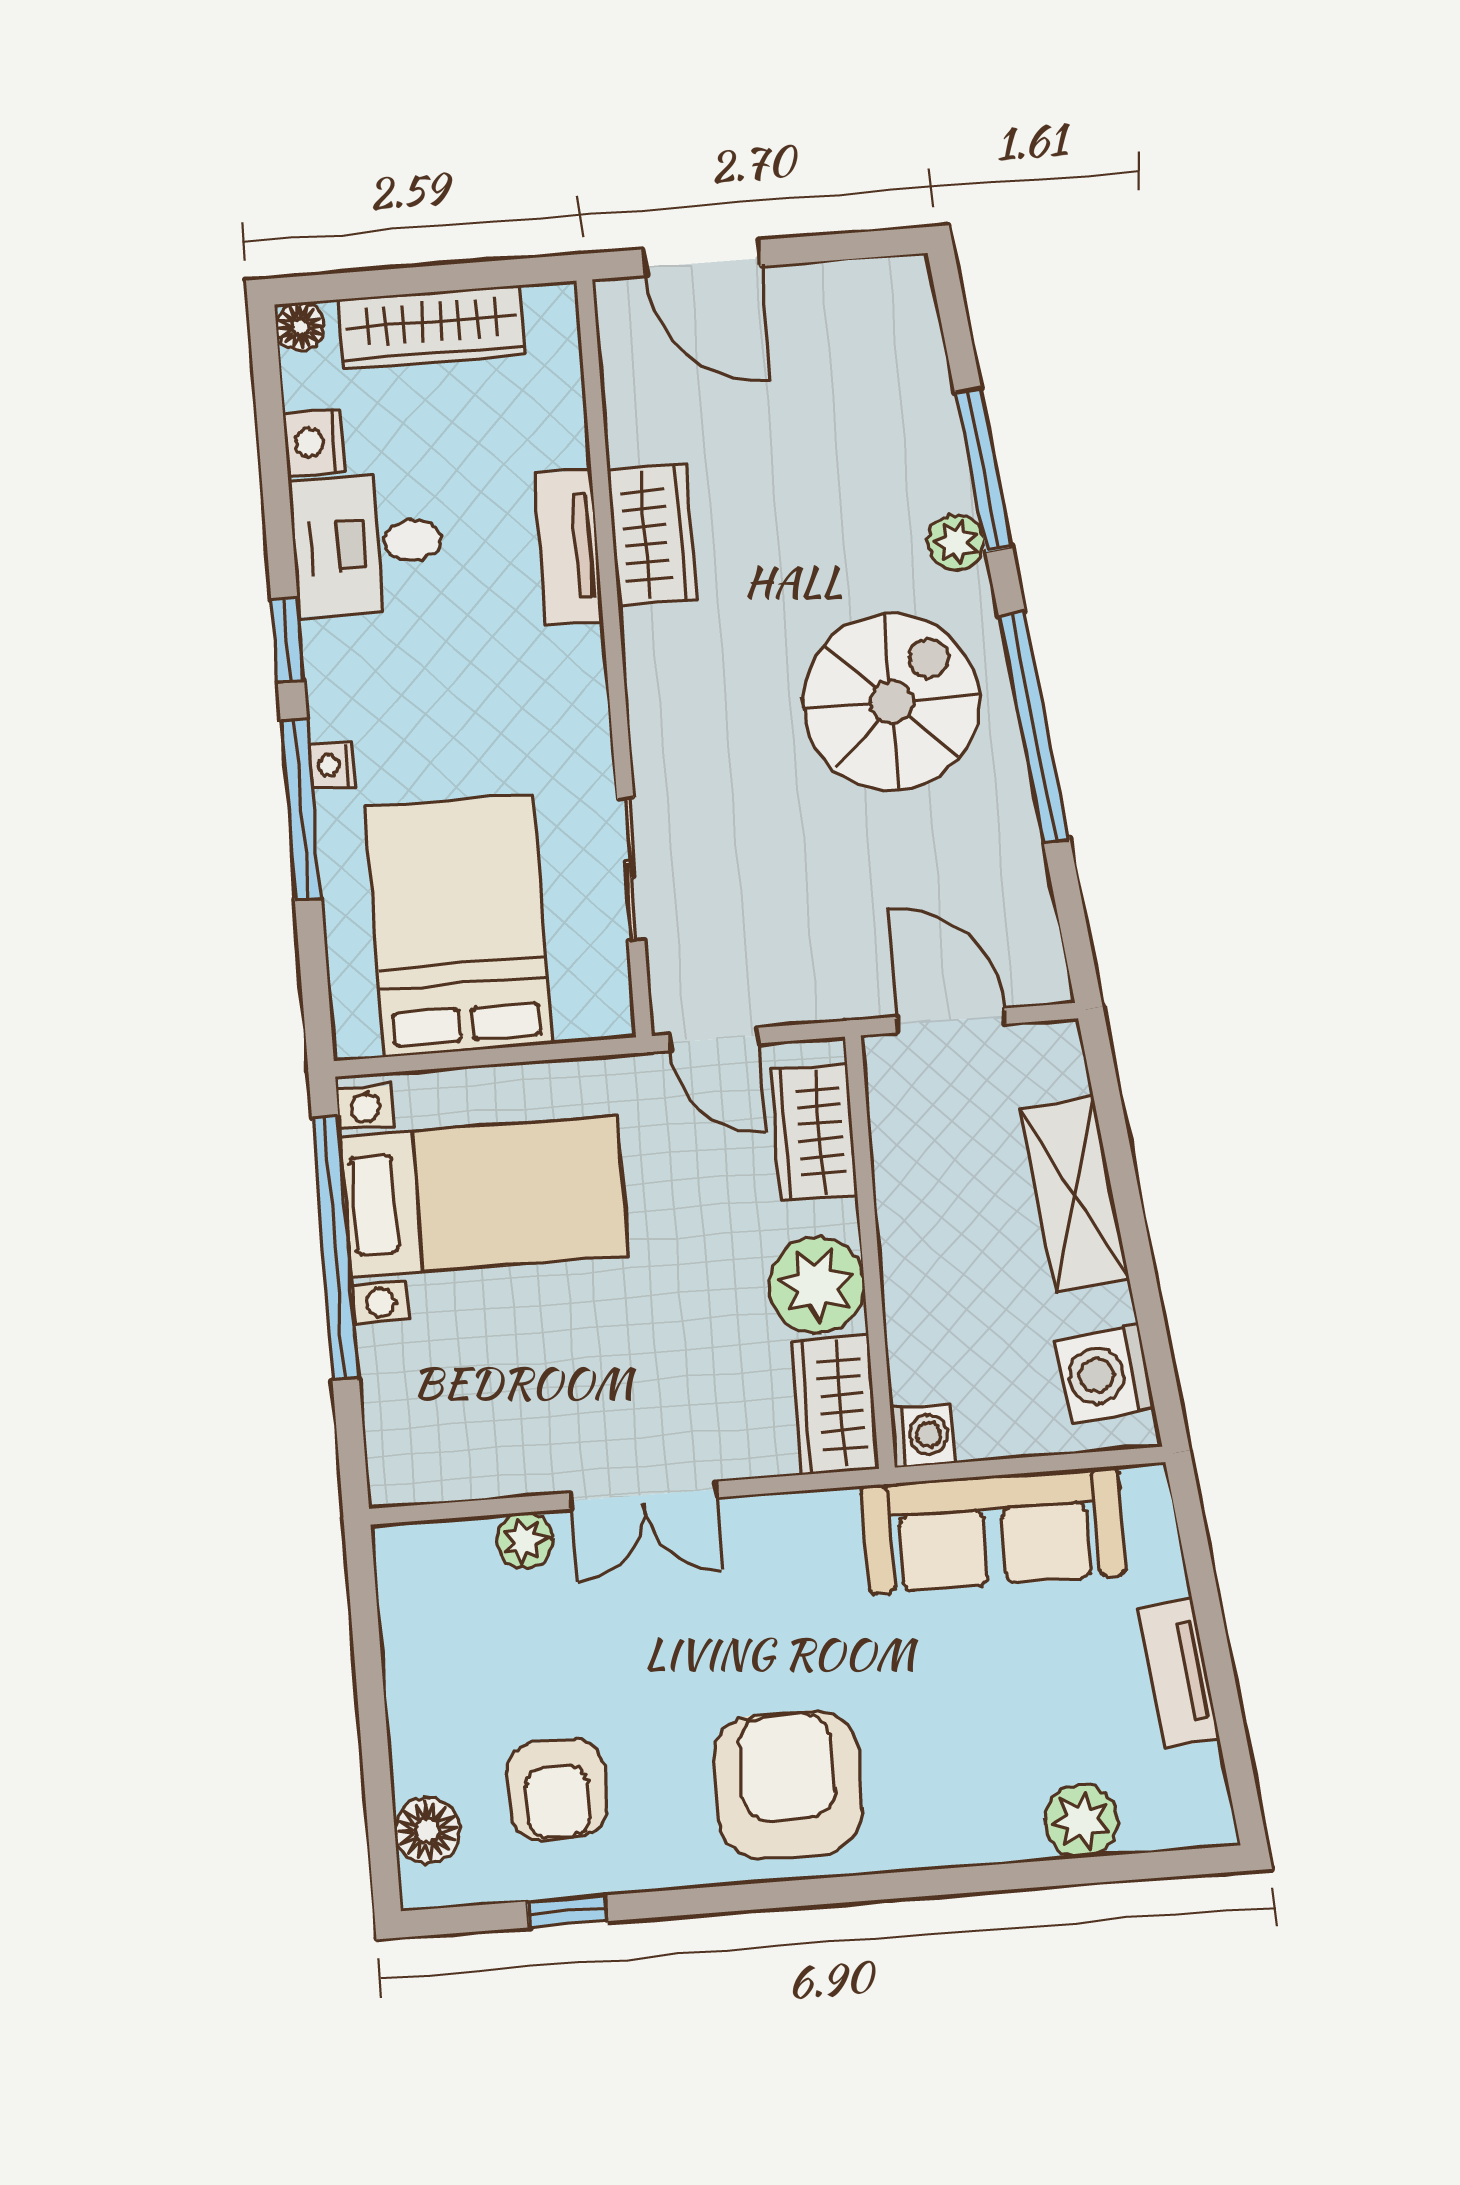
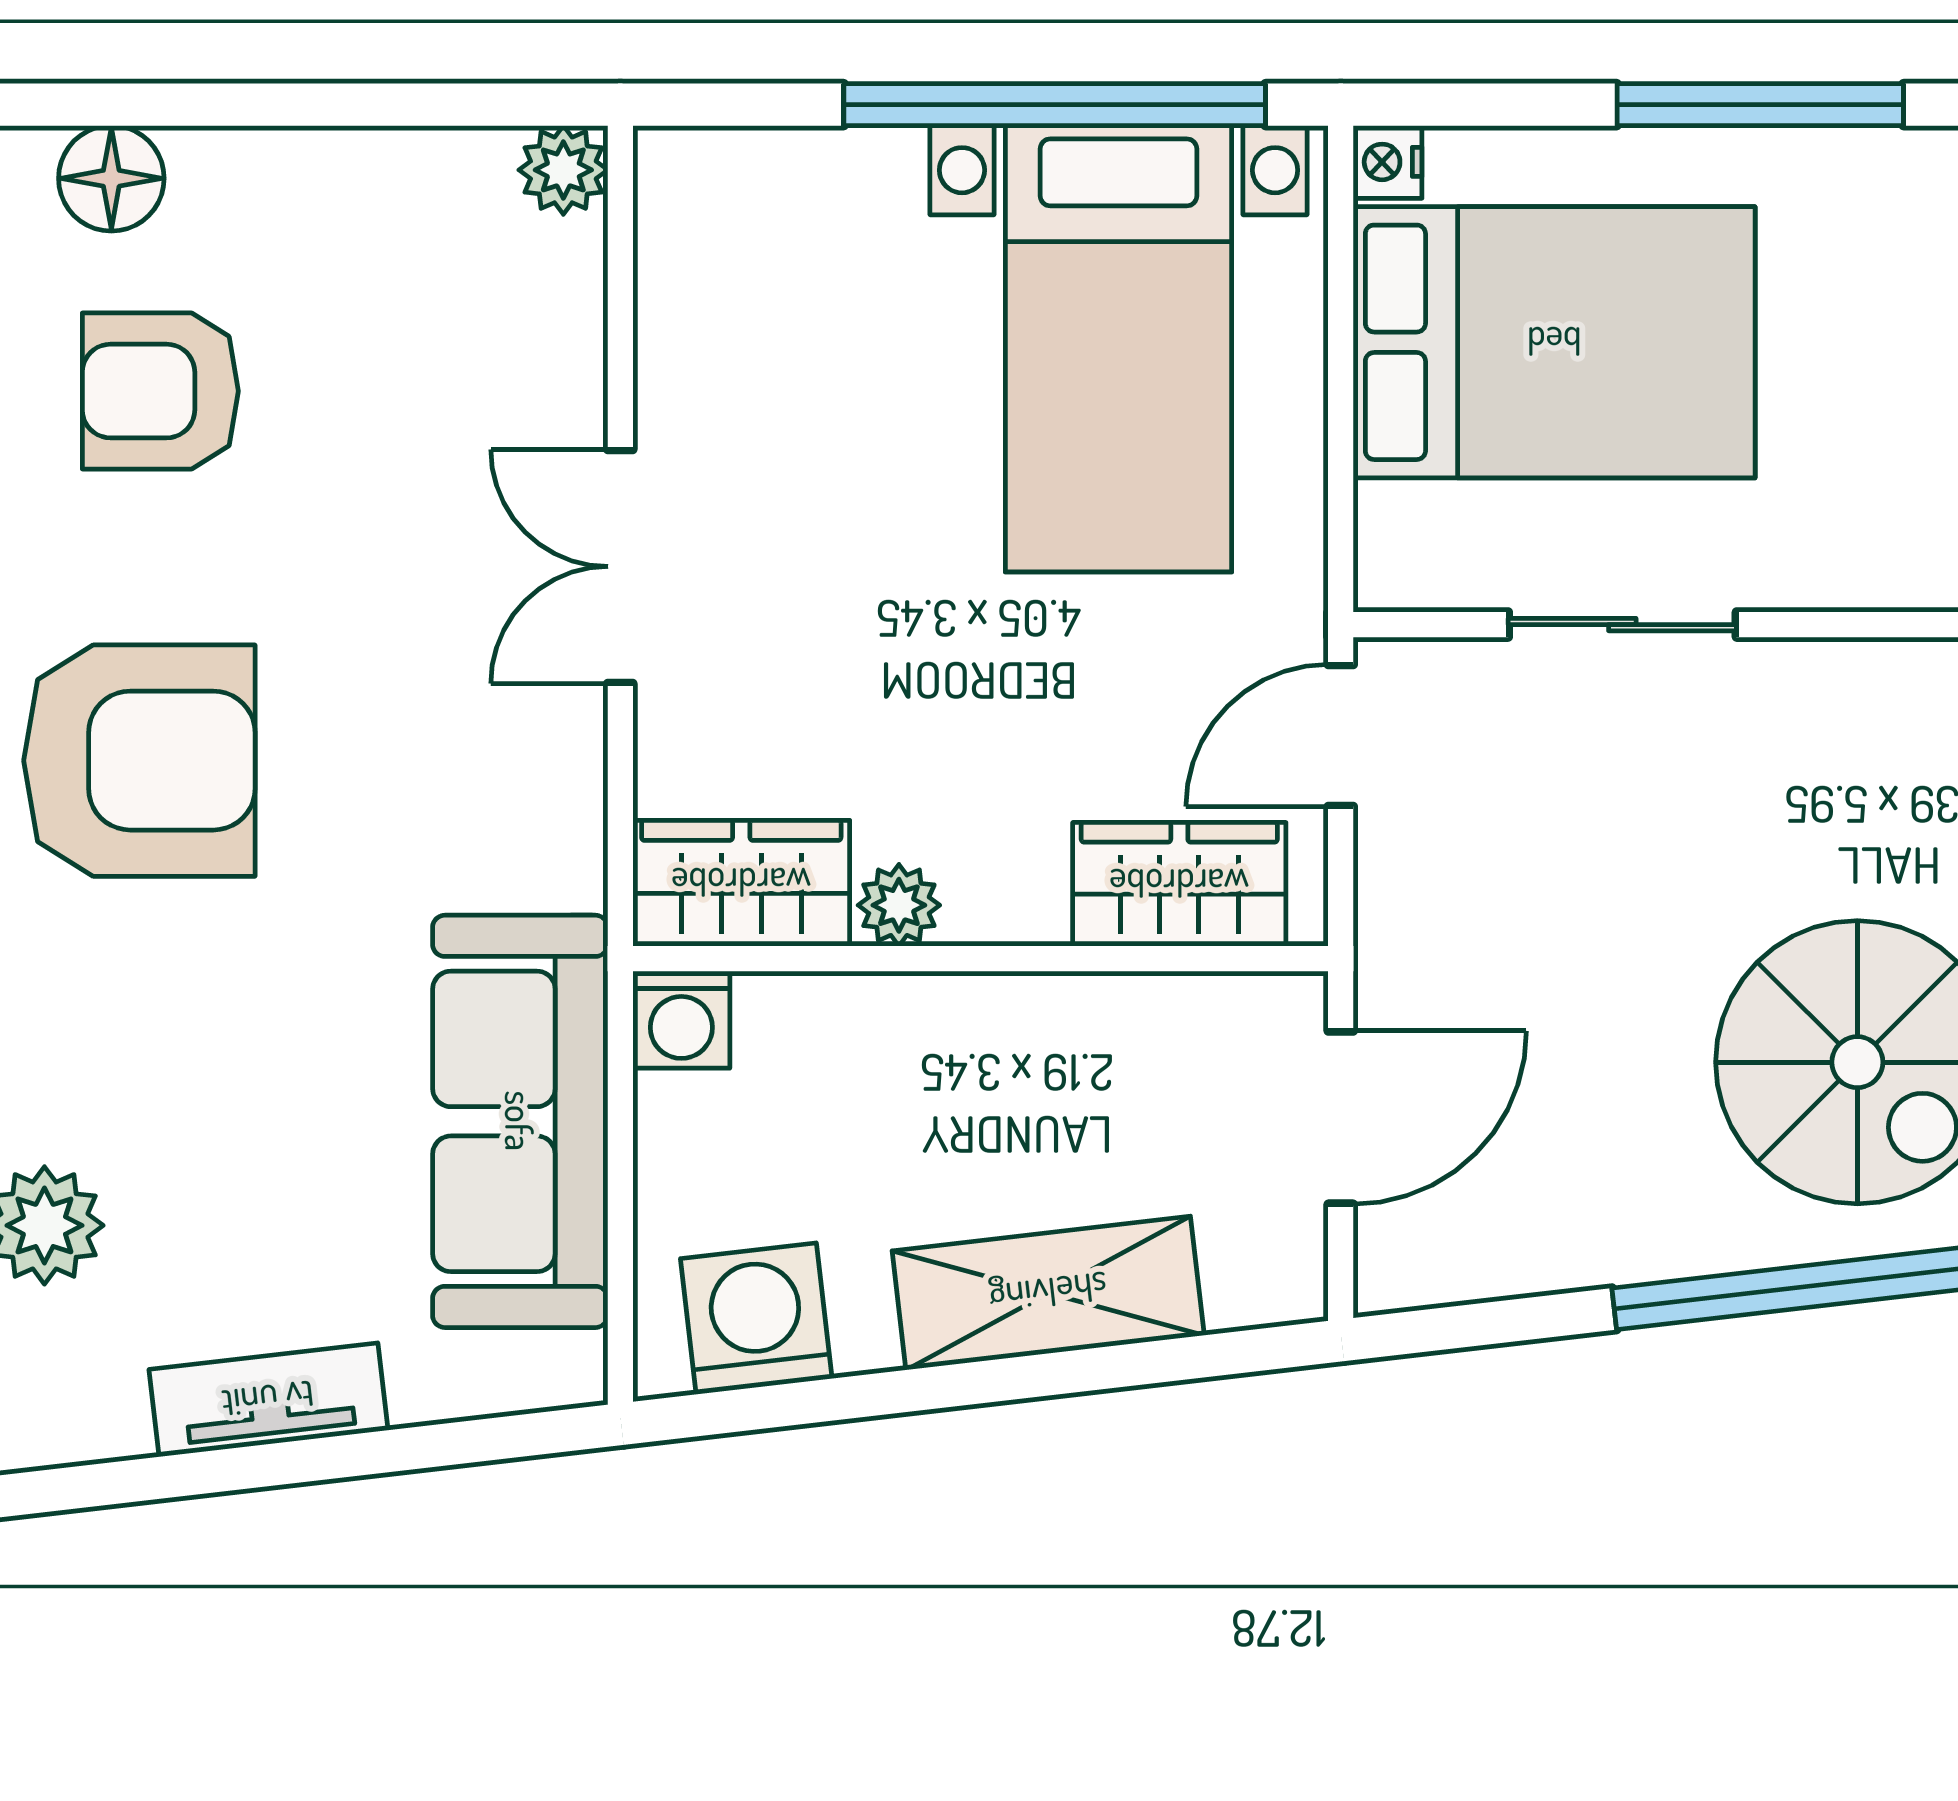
nightstand: (332, 765) -> (1388, 162), moved, turned -90
plant: (817, 1285) -> (899, 905), width x0.53, depth x0.53
plant: (525, 1540) -> (563, 170), moved

